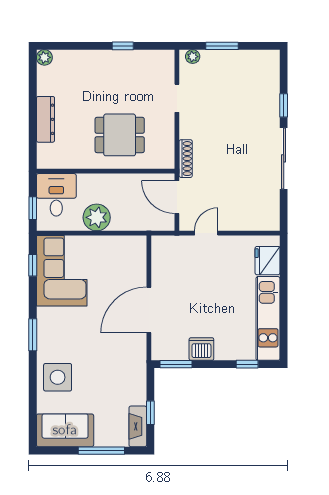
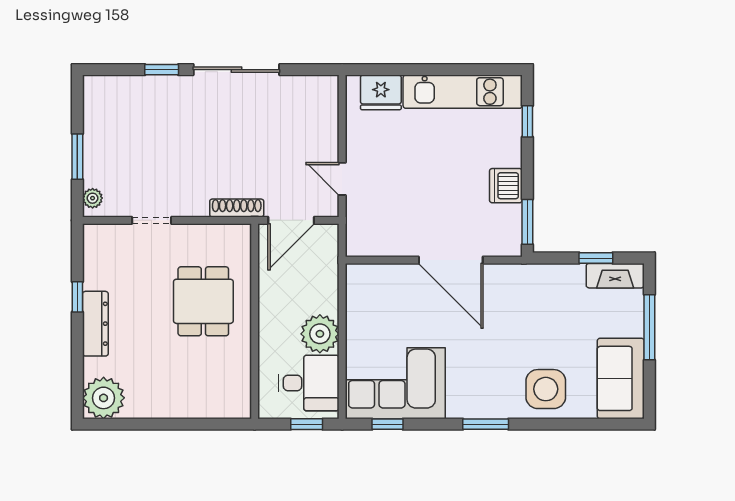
plant: (44, 57) -> (104, 398), width x1.87, depth x1.87
dresser: (45, 119) -> (95, 324), moved, turned 90
desk: (56, 195) -> (309, 383), moved, turned 180

